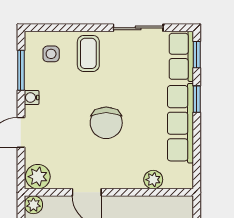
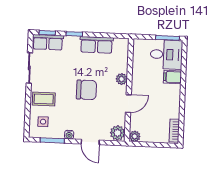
row of seats: (180, 123) -> (97, 45), width x0.68
plant: (153, 180) -> (122, 79), moved

